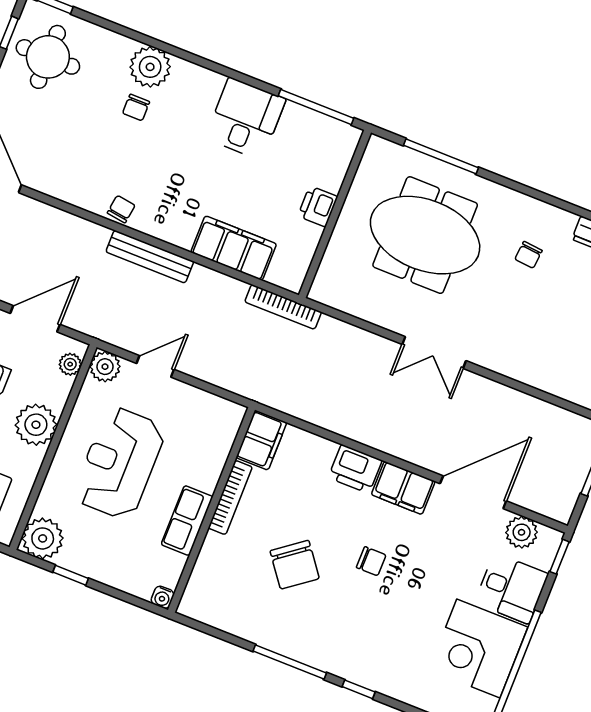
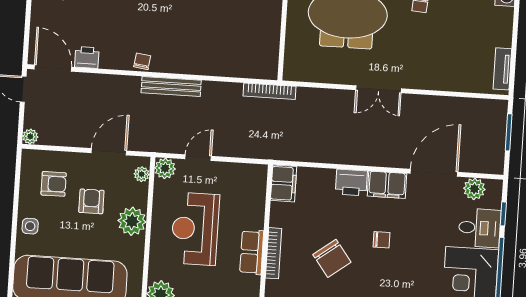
printer: (318, 206) -> (87, 57), moved, turned 90
filing cabinet: (234, 248) -> (224, 63), removed
bookcase: (230, 497) -> (274, 253), moved
window: (560, 557) -> (503, 214), moved

